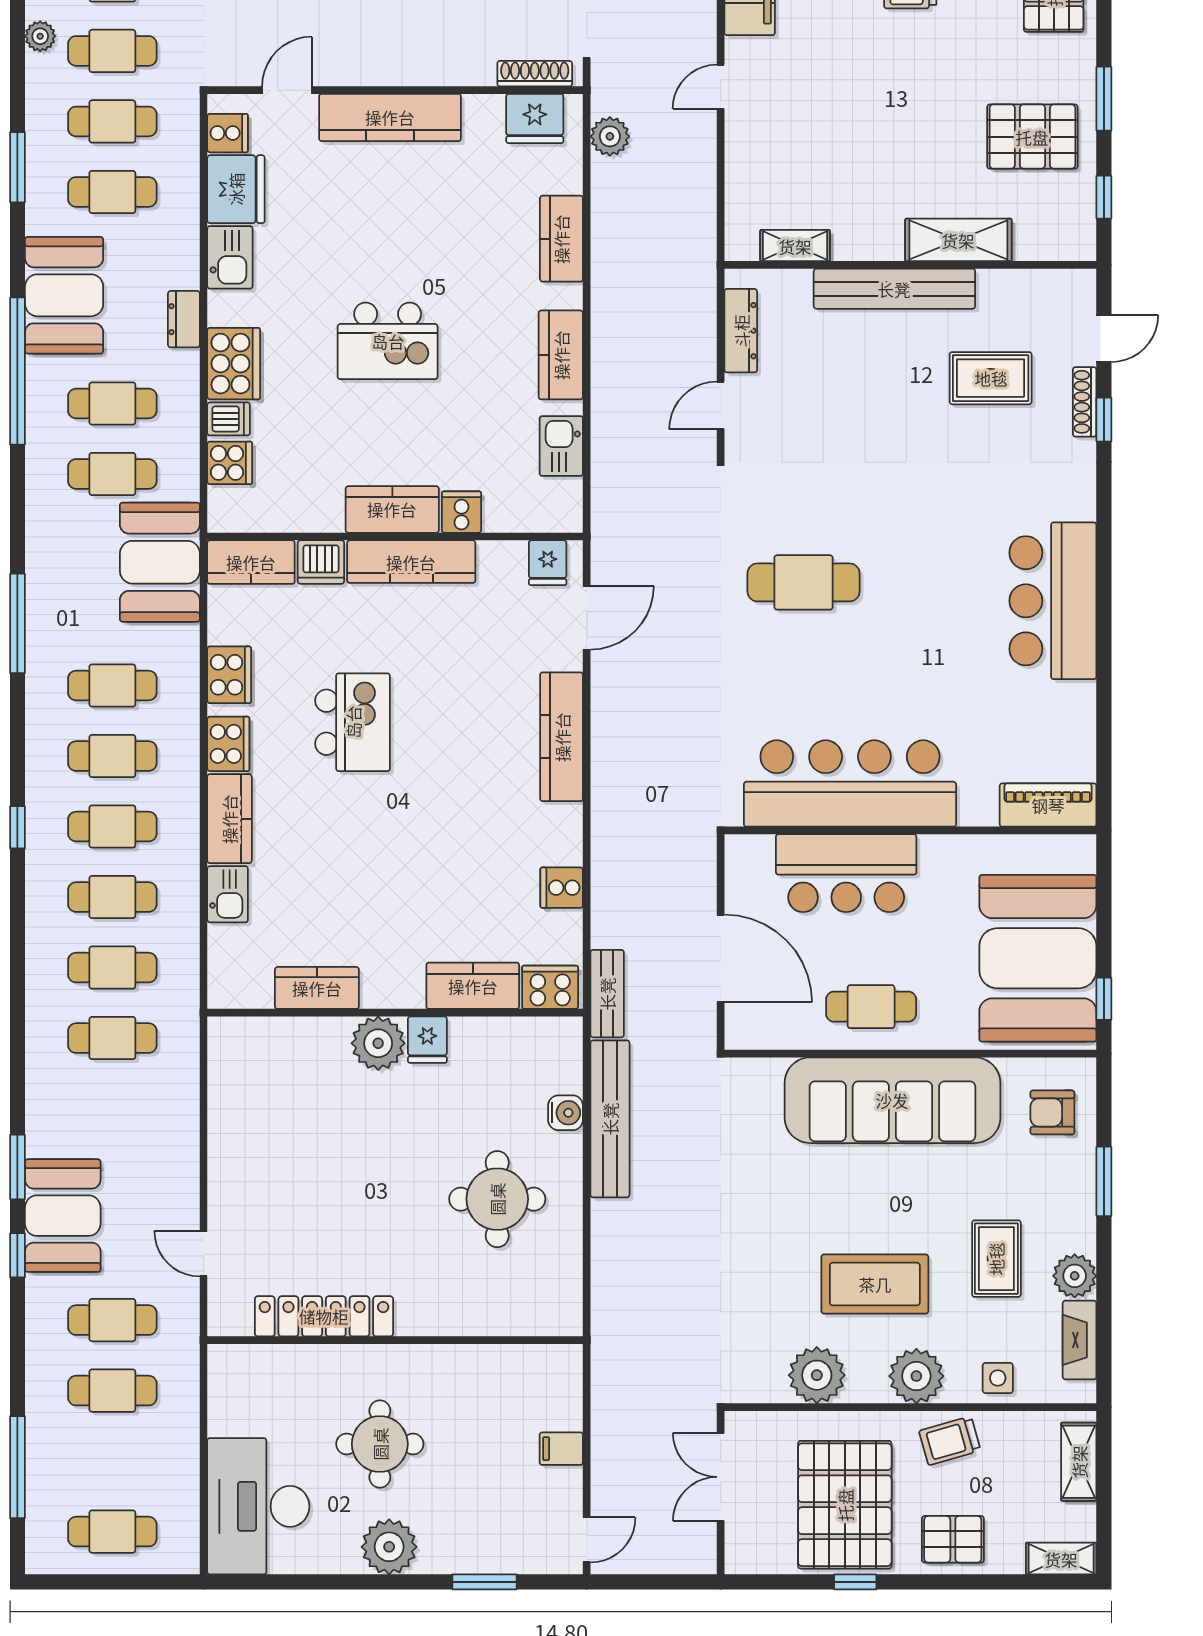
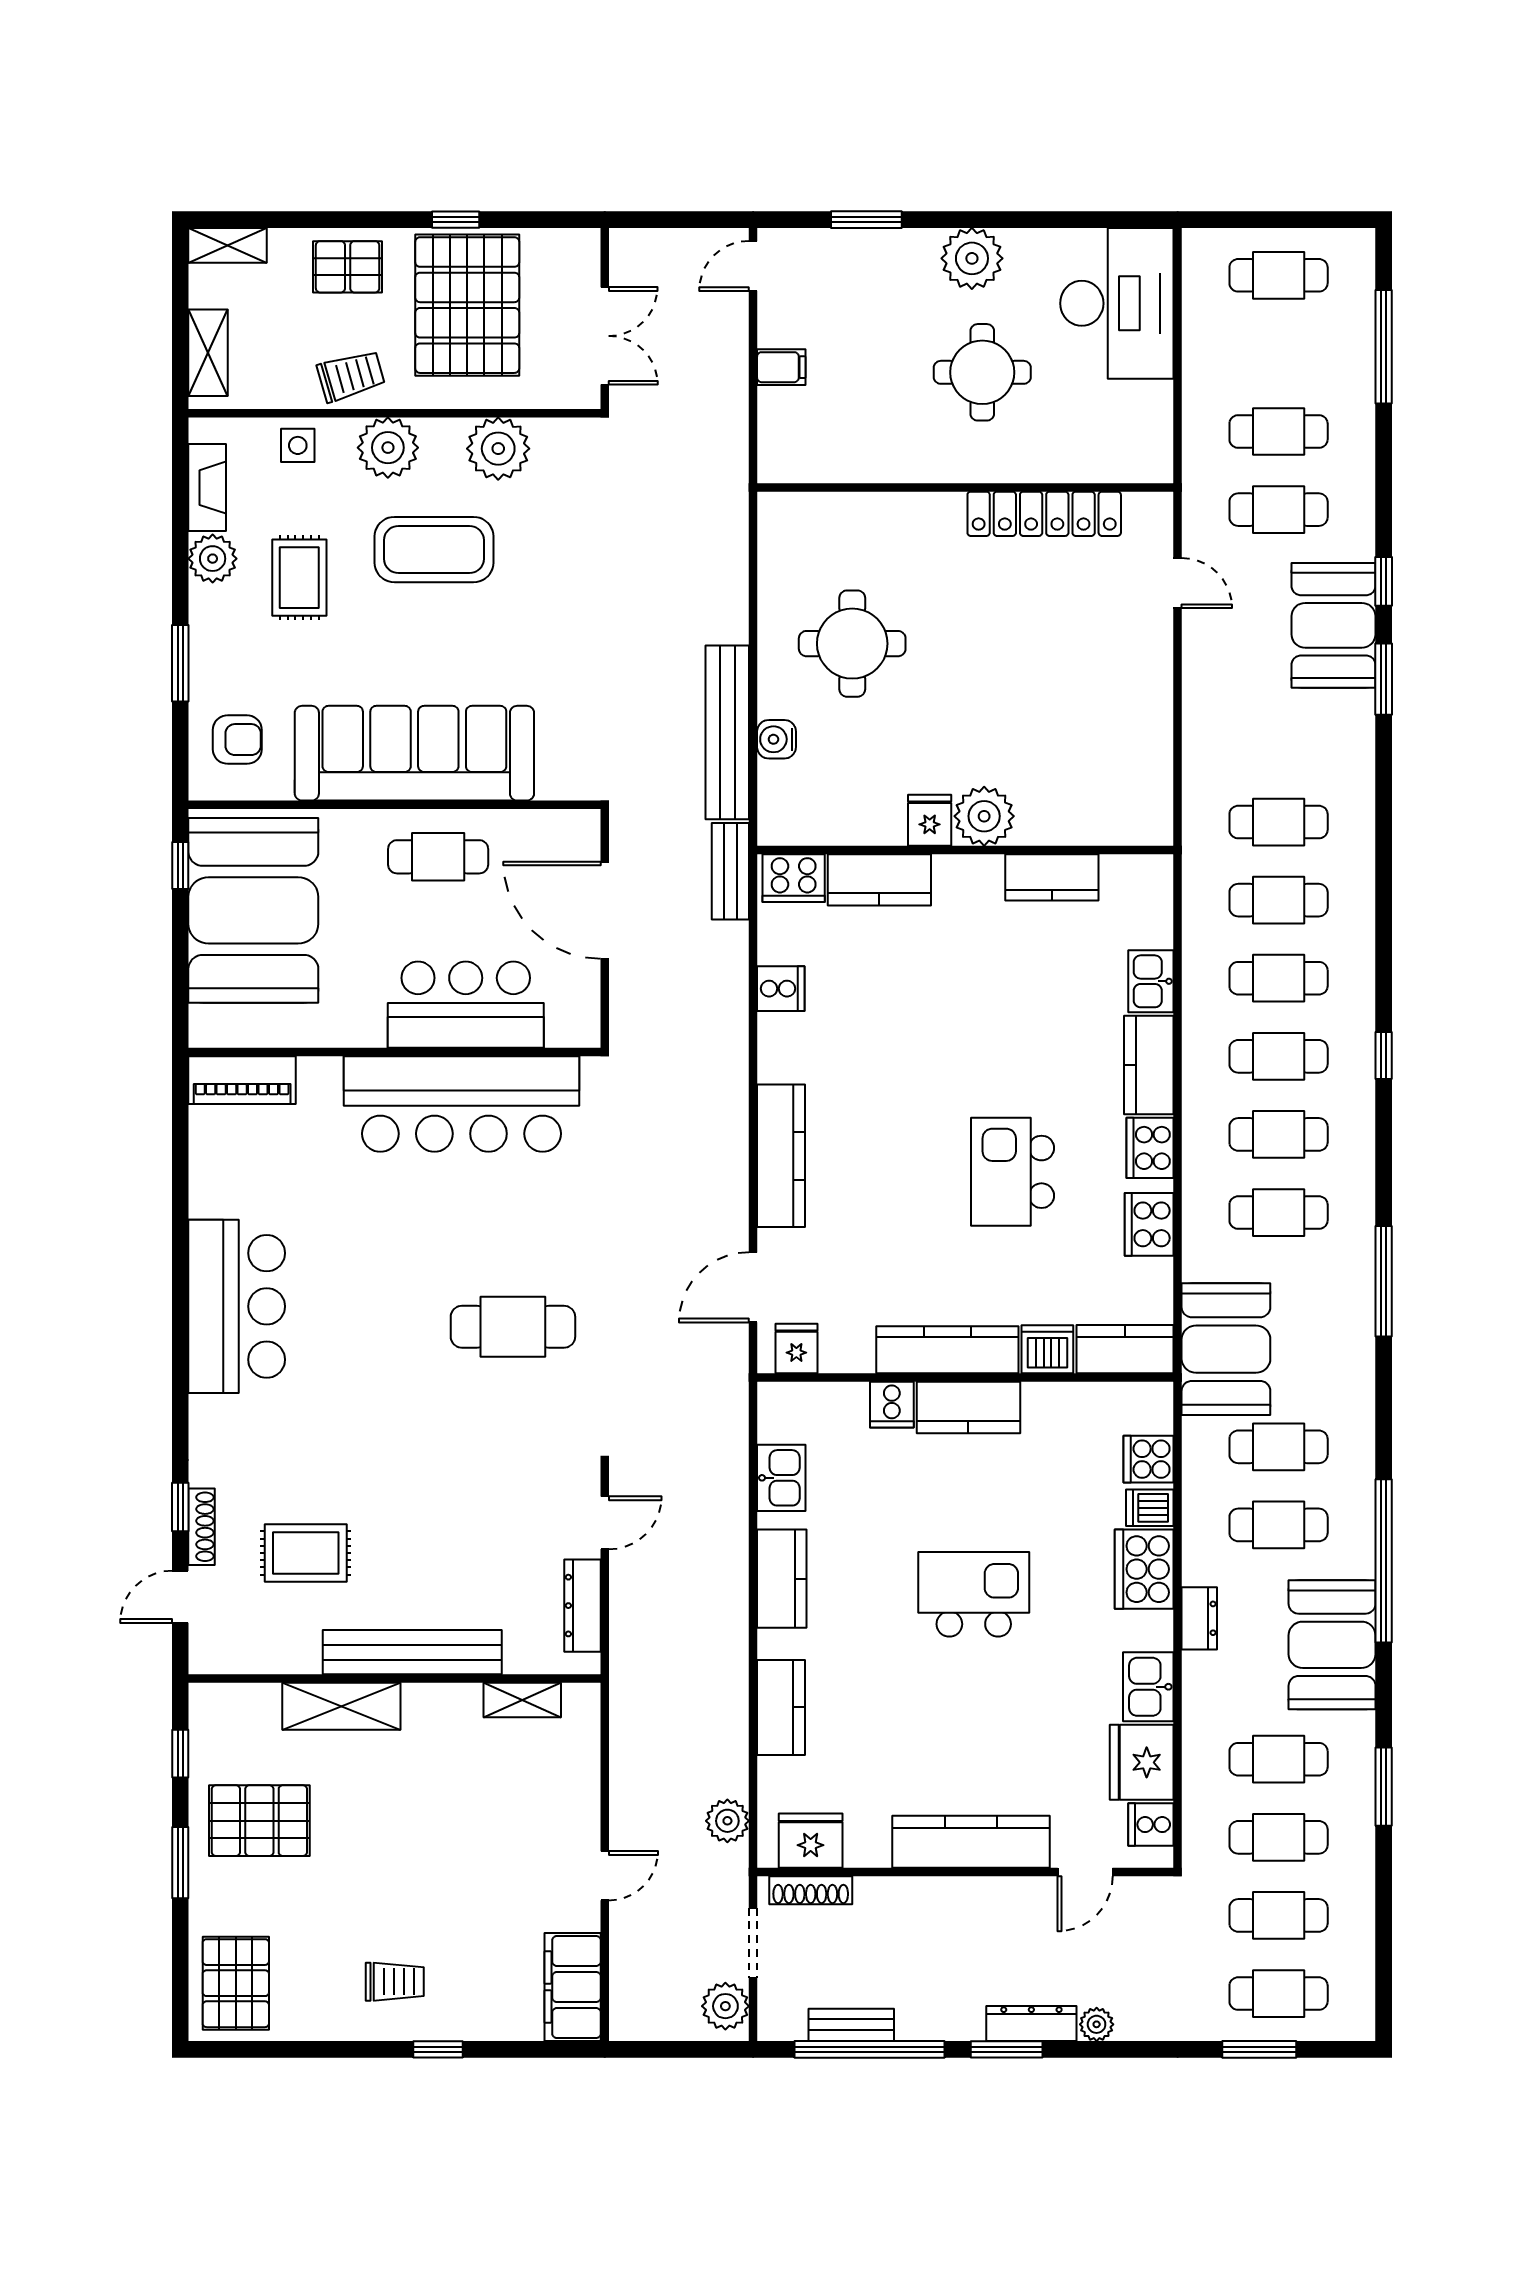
plant: (40, 36) -> (1359, 1932), removed

